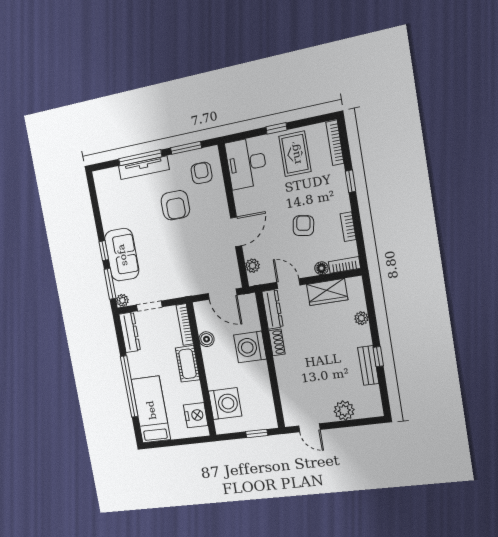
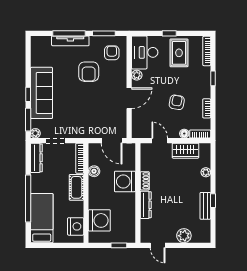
sofa: (122, 255) -> (41, 93), width x1.36
plant: (253, 266) -> (137, 75), moved
dresser: (273, 309) -> (146, 205), moved

